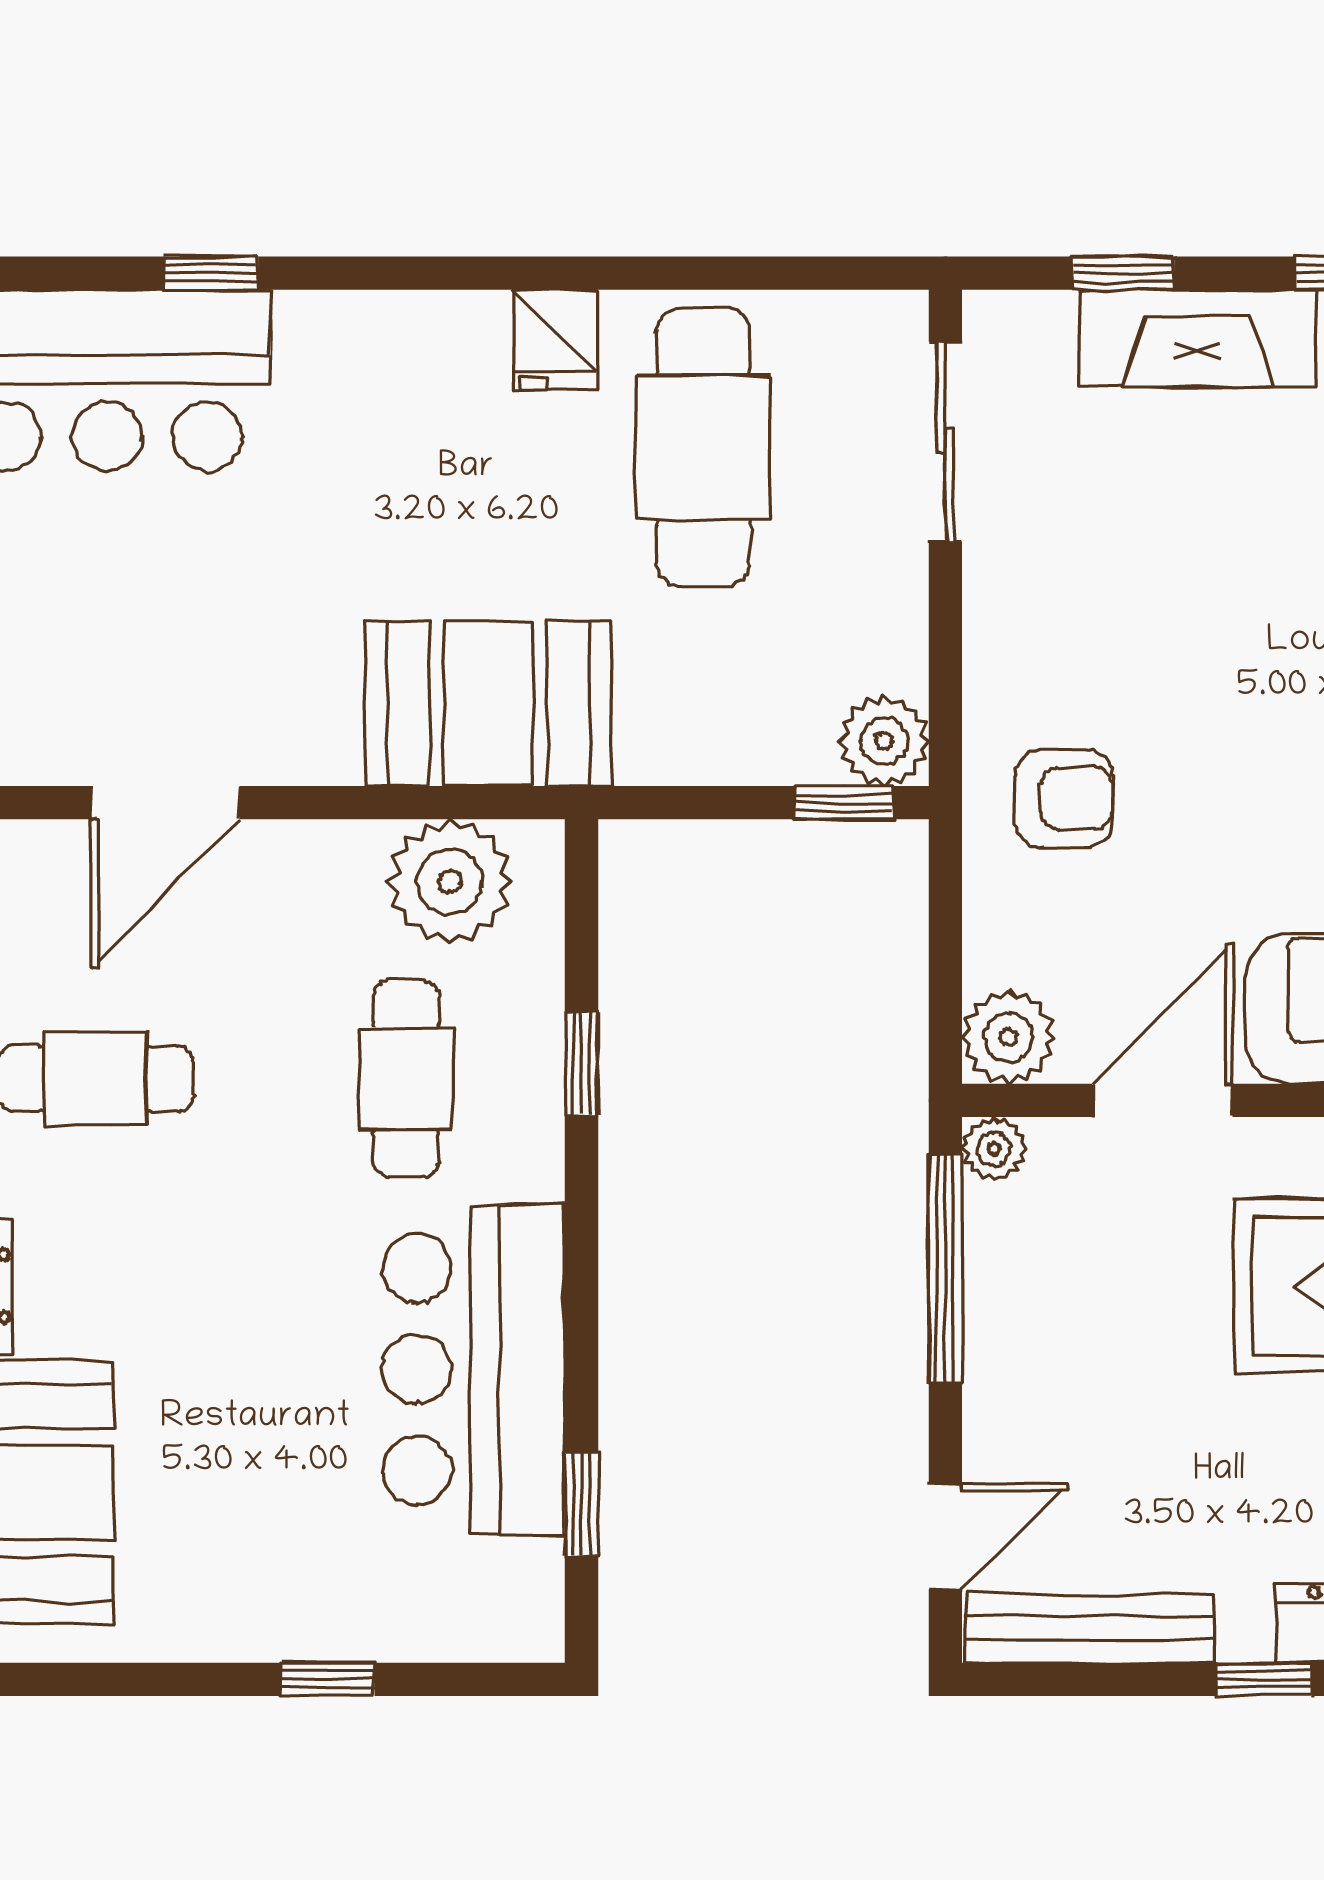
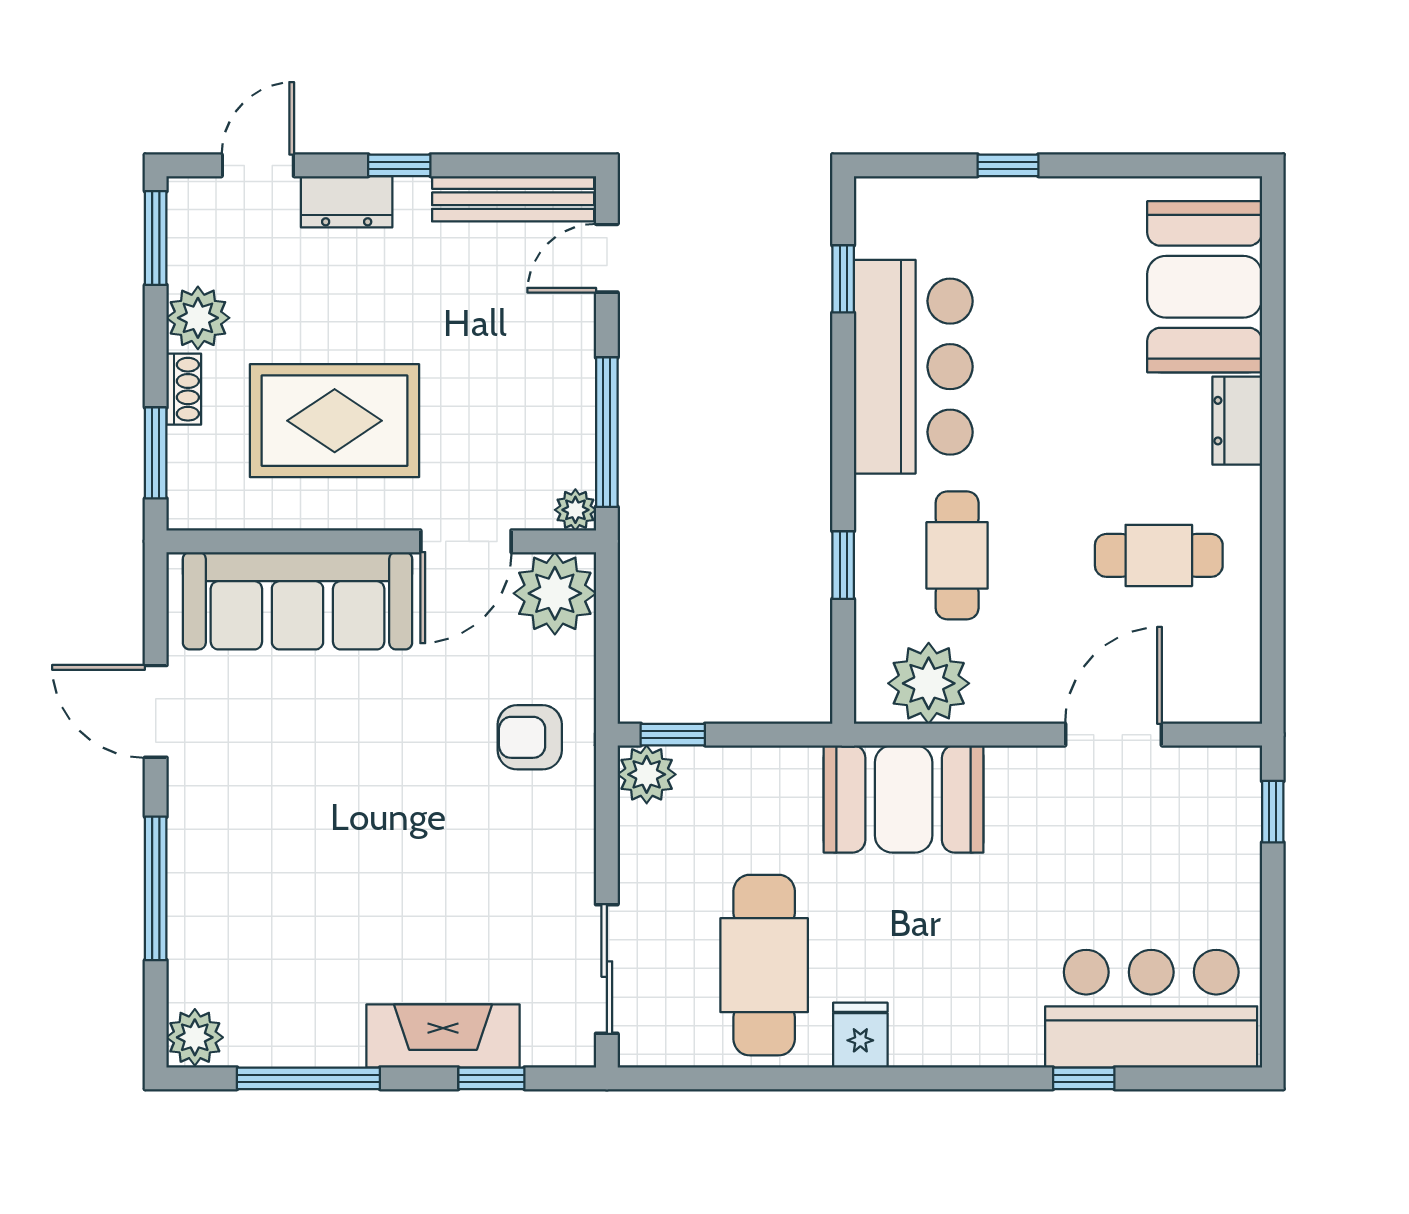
plant: (1009, 1037) -> (555, 593), width x1.36, depth x1.36

